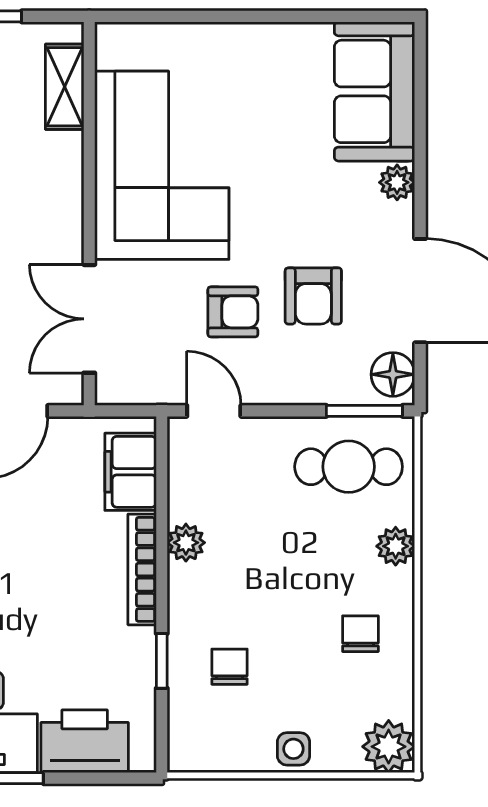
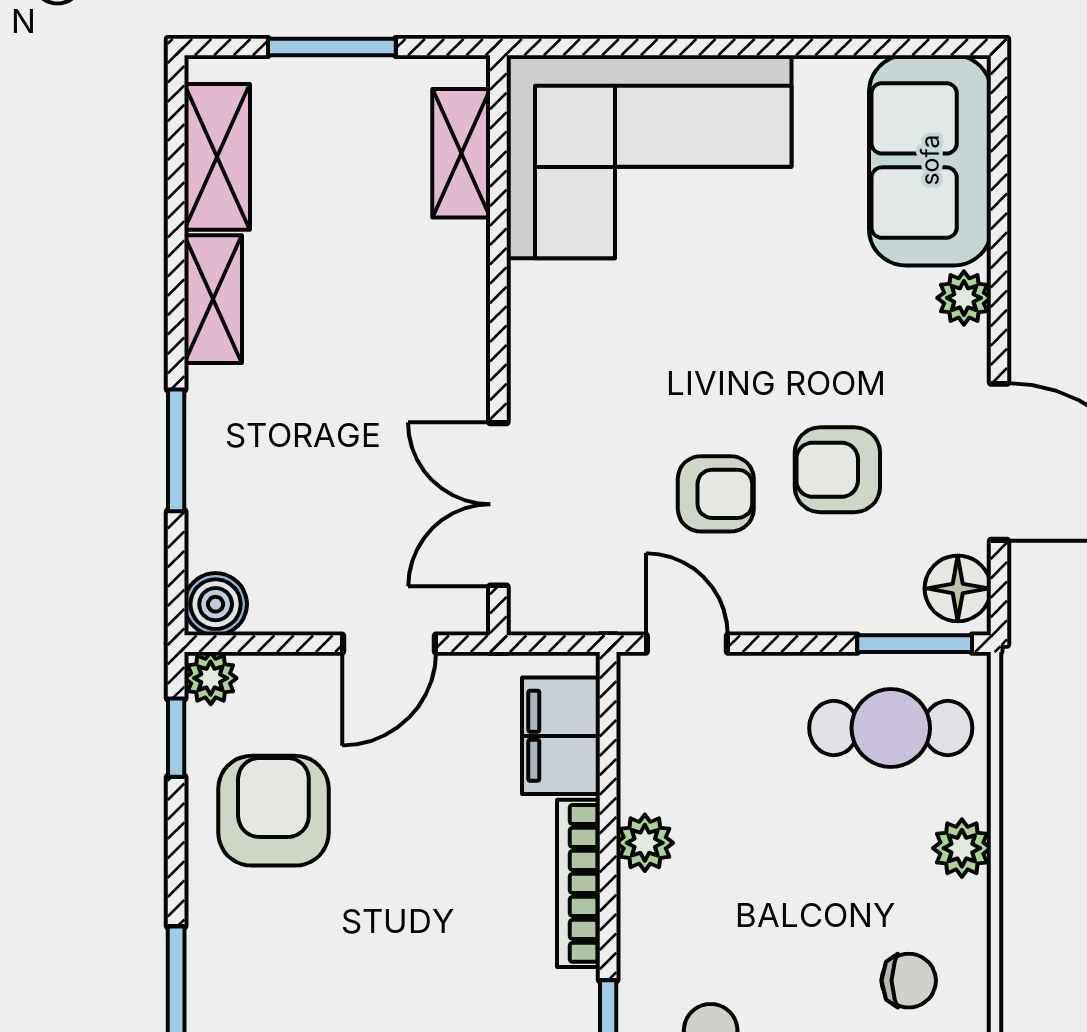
corner sofa: (162, 165) -> (649, 157), moved, turned 90
armchair: (313, 296) -> (837, 470), turned 90
chair: (360, 634) -> (909, 981), turned 90

